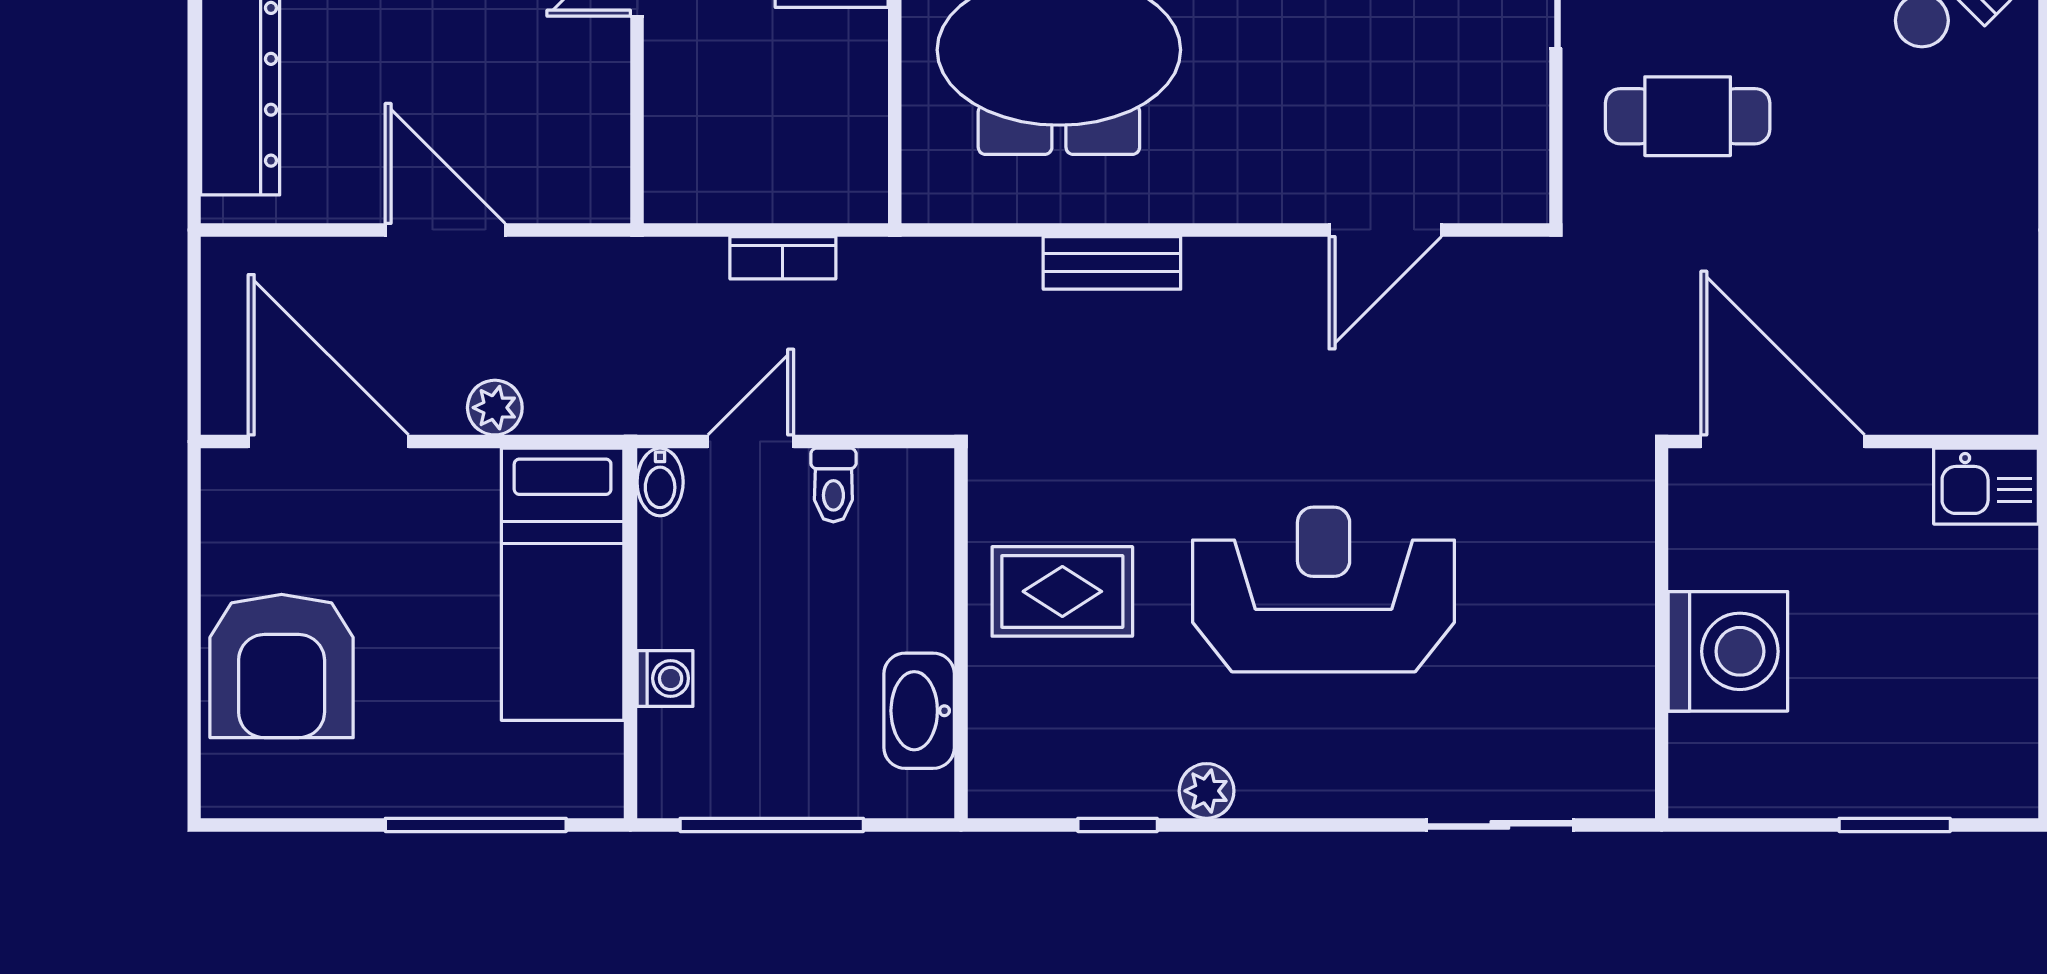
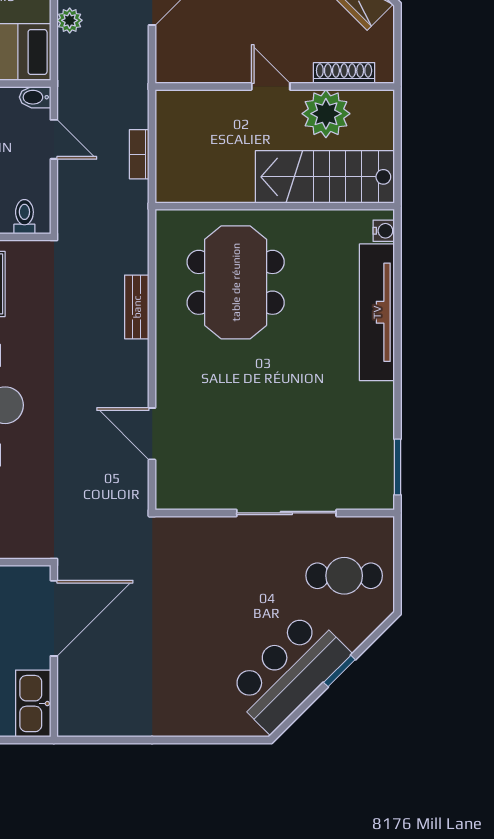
cafe table: (1688, 116) -> (205, 574), removed
toilet: (833, 485) -> (24, 217), moved, turned 90
kitchen sink: (1986, 486) -> (33, 704), width x1.38

